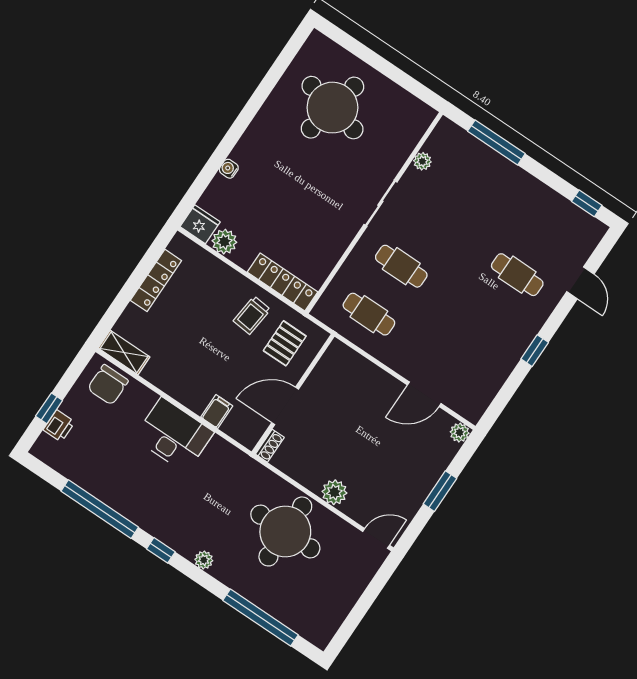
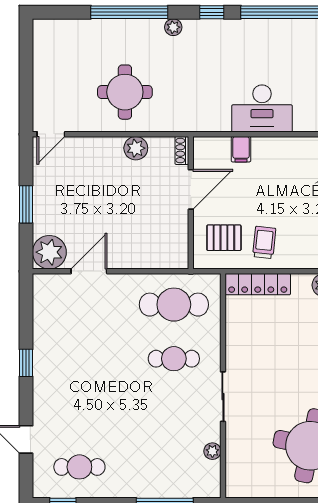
cafe table: (517, 275) -> (79, 467), moved
cafe table: (369, 314) -> (174, 305), width x1.37, depth x1.35
pallet: (285, 343) -> (224, 238), turned 90
plant: (460, 433) -> (49, 252), width x1.88, depth x1.88
plant: (334, 492) -> (136, 148), moved
round table: (285, 531) -> (125, 92), width x0.73, depth x0.73
window: (261, 618) -> (129, 12), moved

